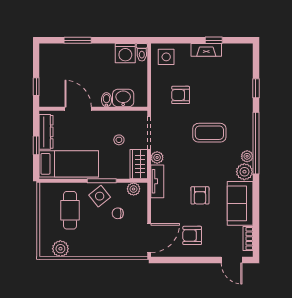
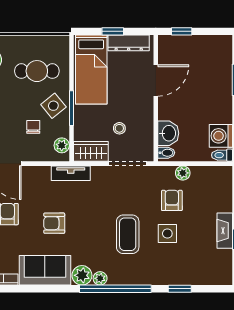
side table: (166, 57) -> (167, 234), moved
bidet: (106, 100) -> (166, 153), moved
plant: (157, 157) -> (183, 173), moved

